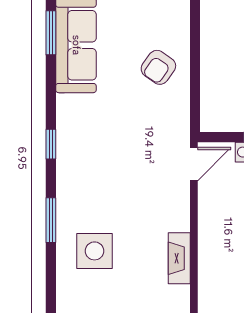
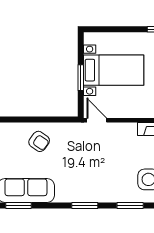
window: (51, 144) -> (85, 205), width x1.50

